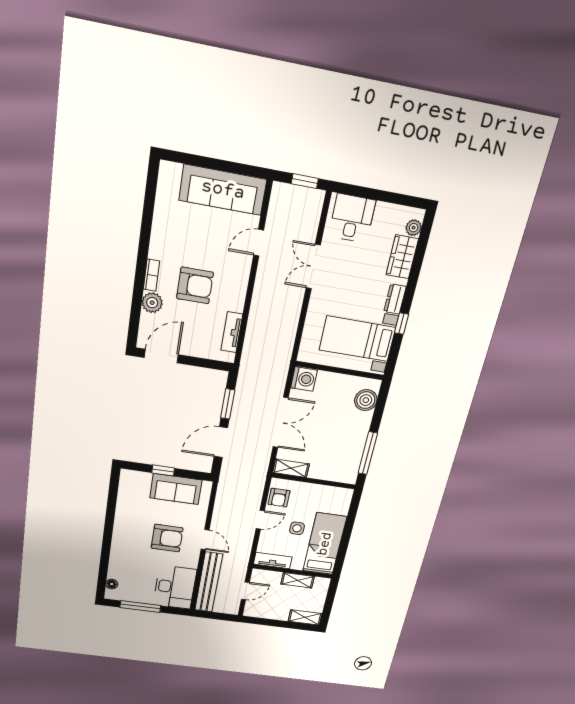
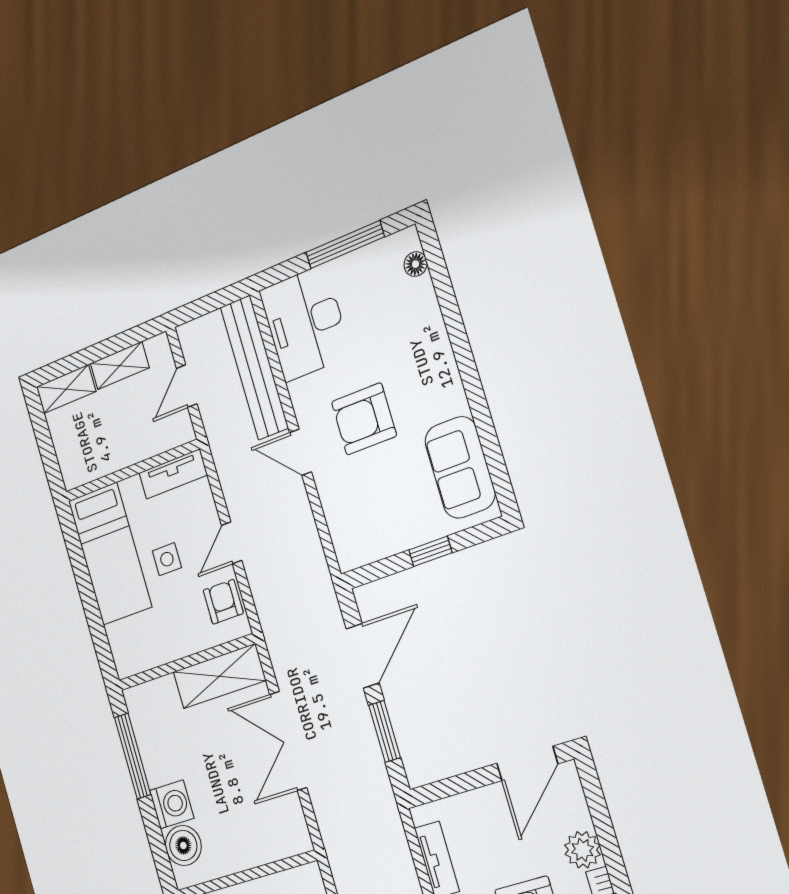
washing machine: (304, 379) -> (172, 804), moved, turned 180
shelving: (291, 468) -> (219, 676), width x1.50, depth x1.33
sofa: (176, 489) -> (460, 467), moved, turned -90
shelving: (298, 580) -> (120, 366), moved

